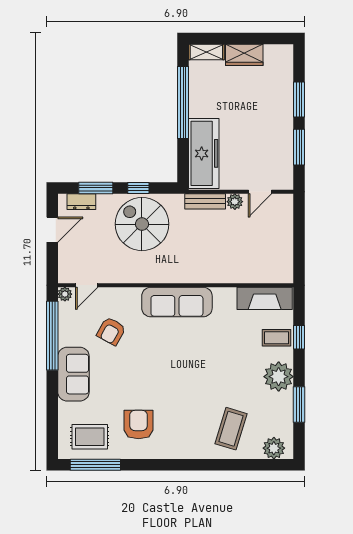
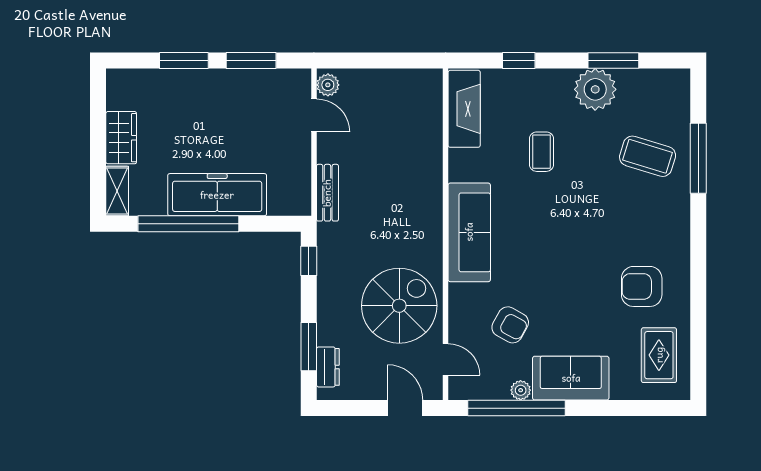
freezer: (204, 153) -> (217, 195), moved
window: (138, 188) -> (309, 261), moved
plant: (235, 202) -> (328, 85), moved
spiral stairs: (142, 224) -> (399, 306), moved, turned 180
door: (52, 230) -> (405, 408), moved
plant: (65, 294) -> (521, 390), moved
coffee table: (277, 338) -> (541, 152), moved
plant: (279, 377) -> (595, 89), moved
plant: (274, 448) -> (675, 96), removed
window: (95, 465) -> (698, 158), moved

